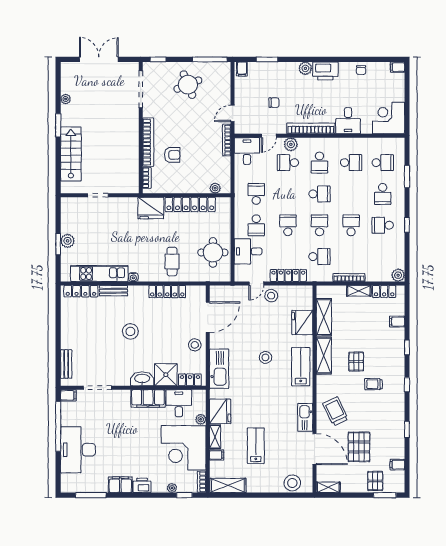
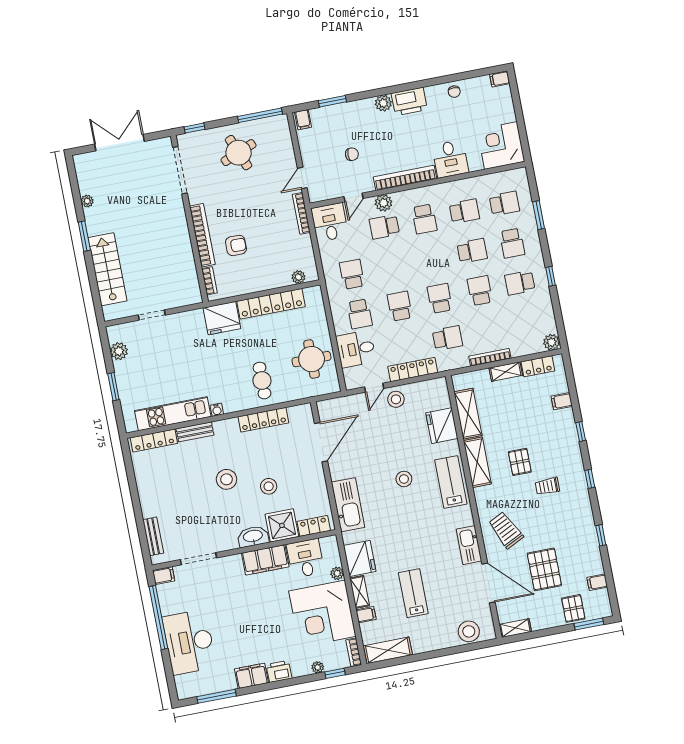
school desk: (319, 194) -> (472, 251), moved
plant: (68, 241) -> (119, 351), moved
stool: (195, 345) -> (269, 486), moved

